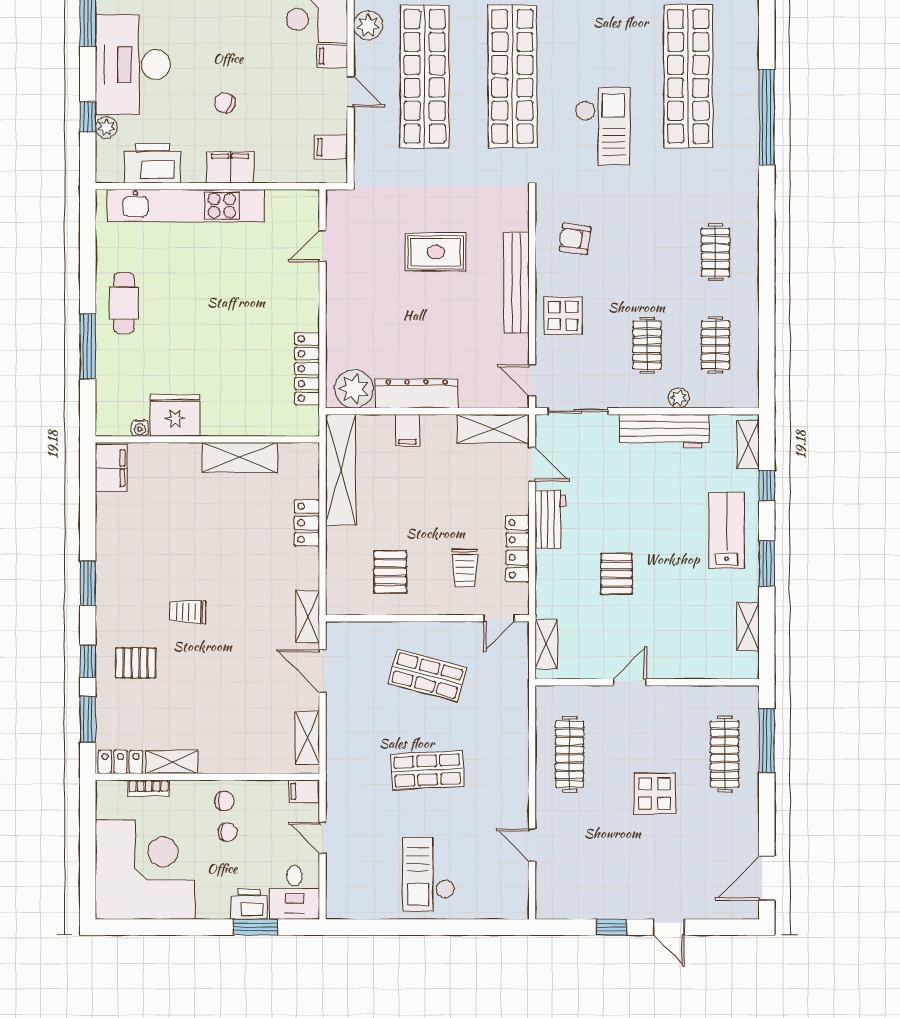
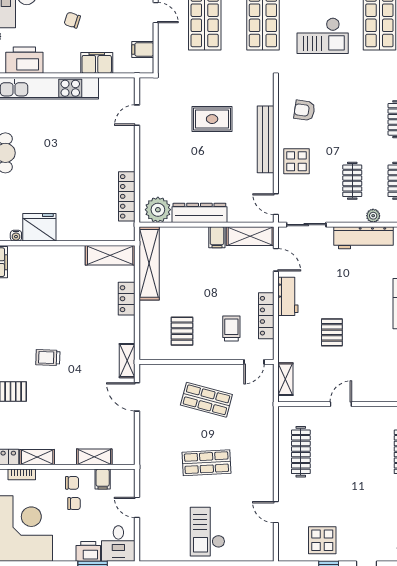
checkout: (603, 126) -> (323, 36), turned 90
filing cabinet: (230, 167) -> (97, 63), moved
filing cabinet: (407, 430) -> (217, 237), moved
shelving: (240, 457) -> (110, 255), moved
trolley: (465, 568) -> (231, 329), turned 180
shelving: (307, 738) -> (94, 457), moved, turned 90
filing cabinet: (304, 791) -> (103, 479), moved, turned -90
display table: (655, 793) -> (322, 540), moved

